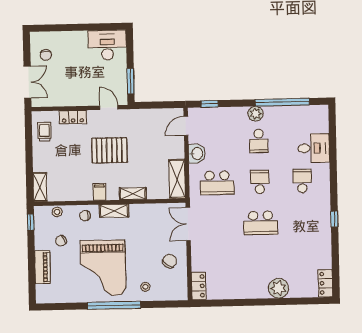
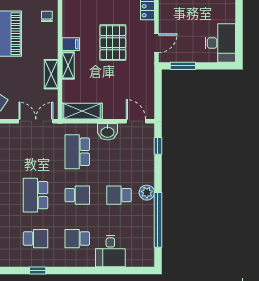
school desk: (302, 181) -> (77, 239), turned 180
filing cabinet: (100, 192) -> (71, 44), moved
shelving: (114, 211) -> (51, 74), moved
school desk: (303, 222) -> (35, 239), added

